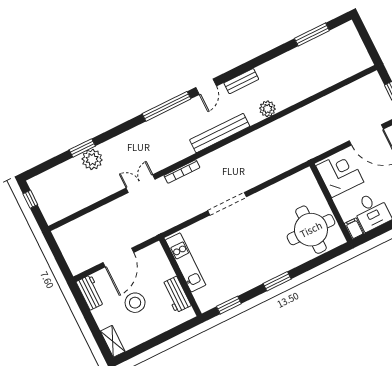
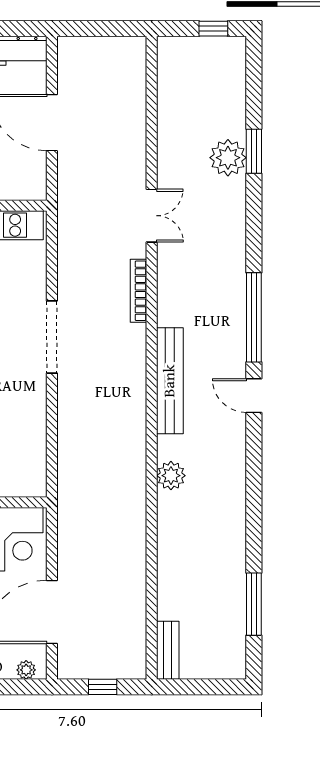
bench: (241, 81) -> (168, 650), moved

